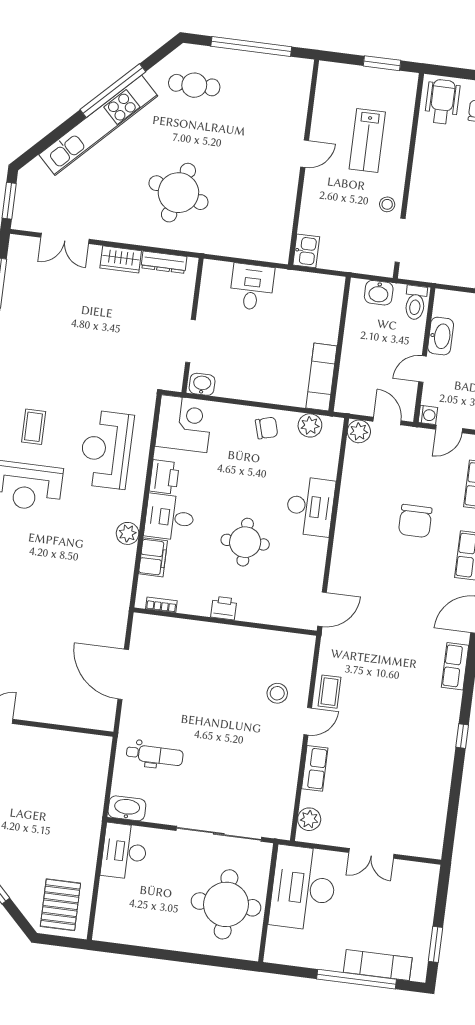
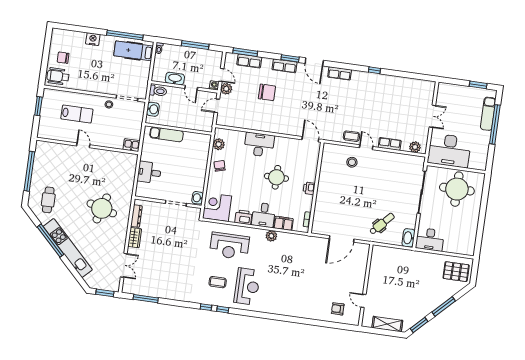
exam couch: (321, 377) -> (166, 134), moved
plant: (359, 431) -> (226, 89), moved
dental chair: (155, 755) -> (382, 224), turned 43

